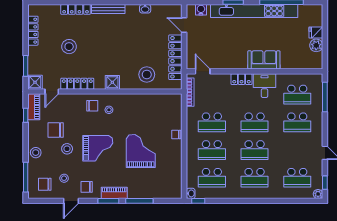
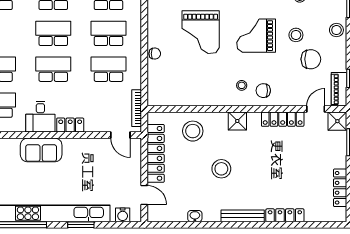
stool: (69, 47) -> (221, 169), moved

